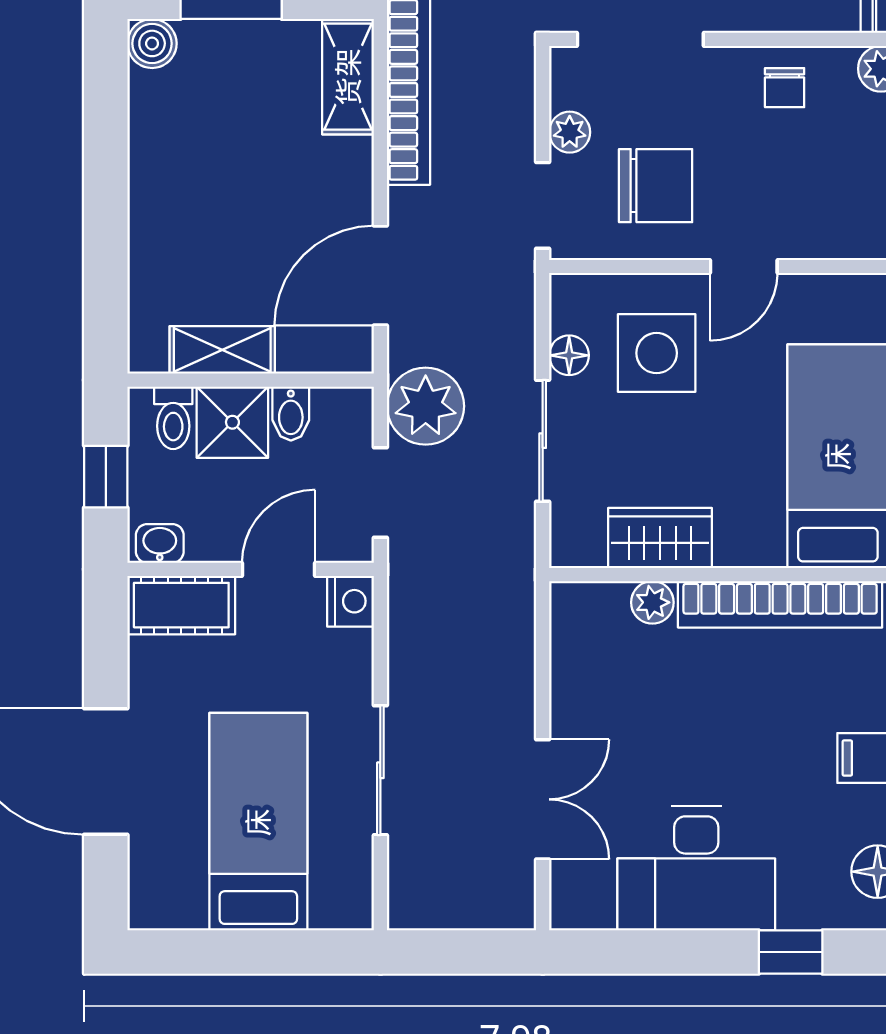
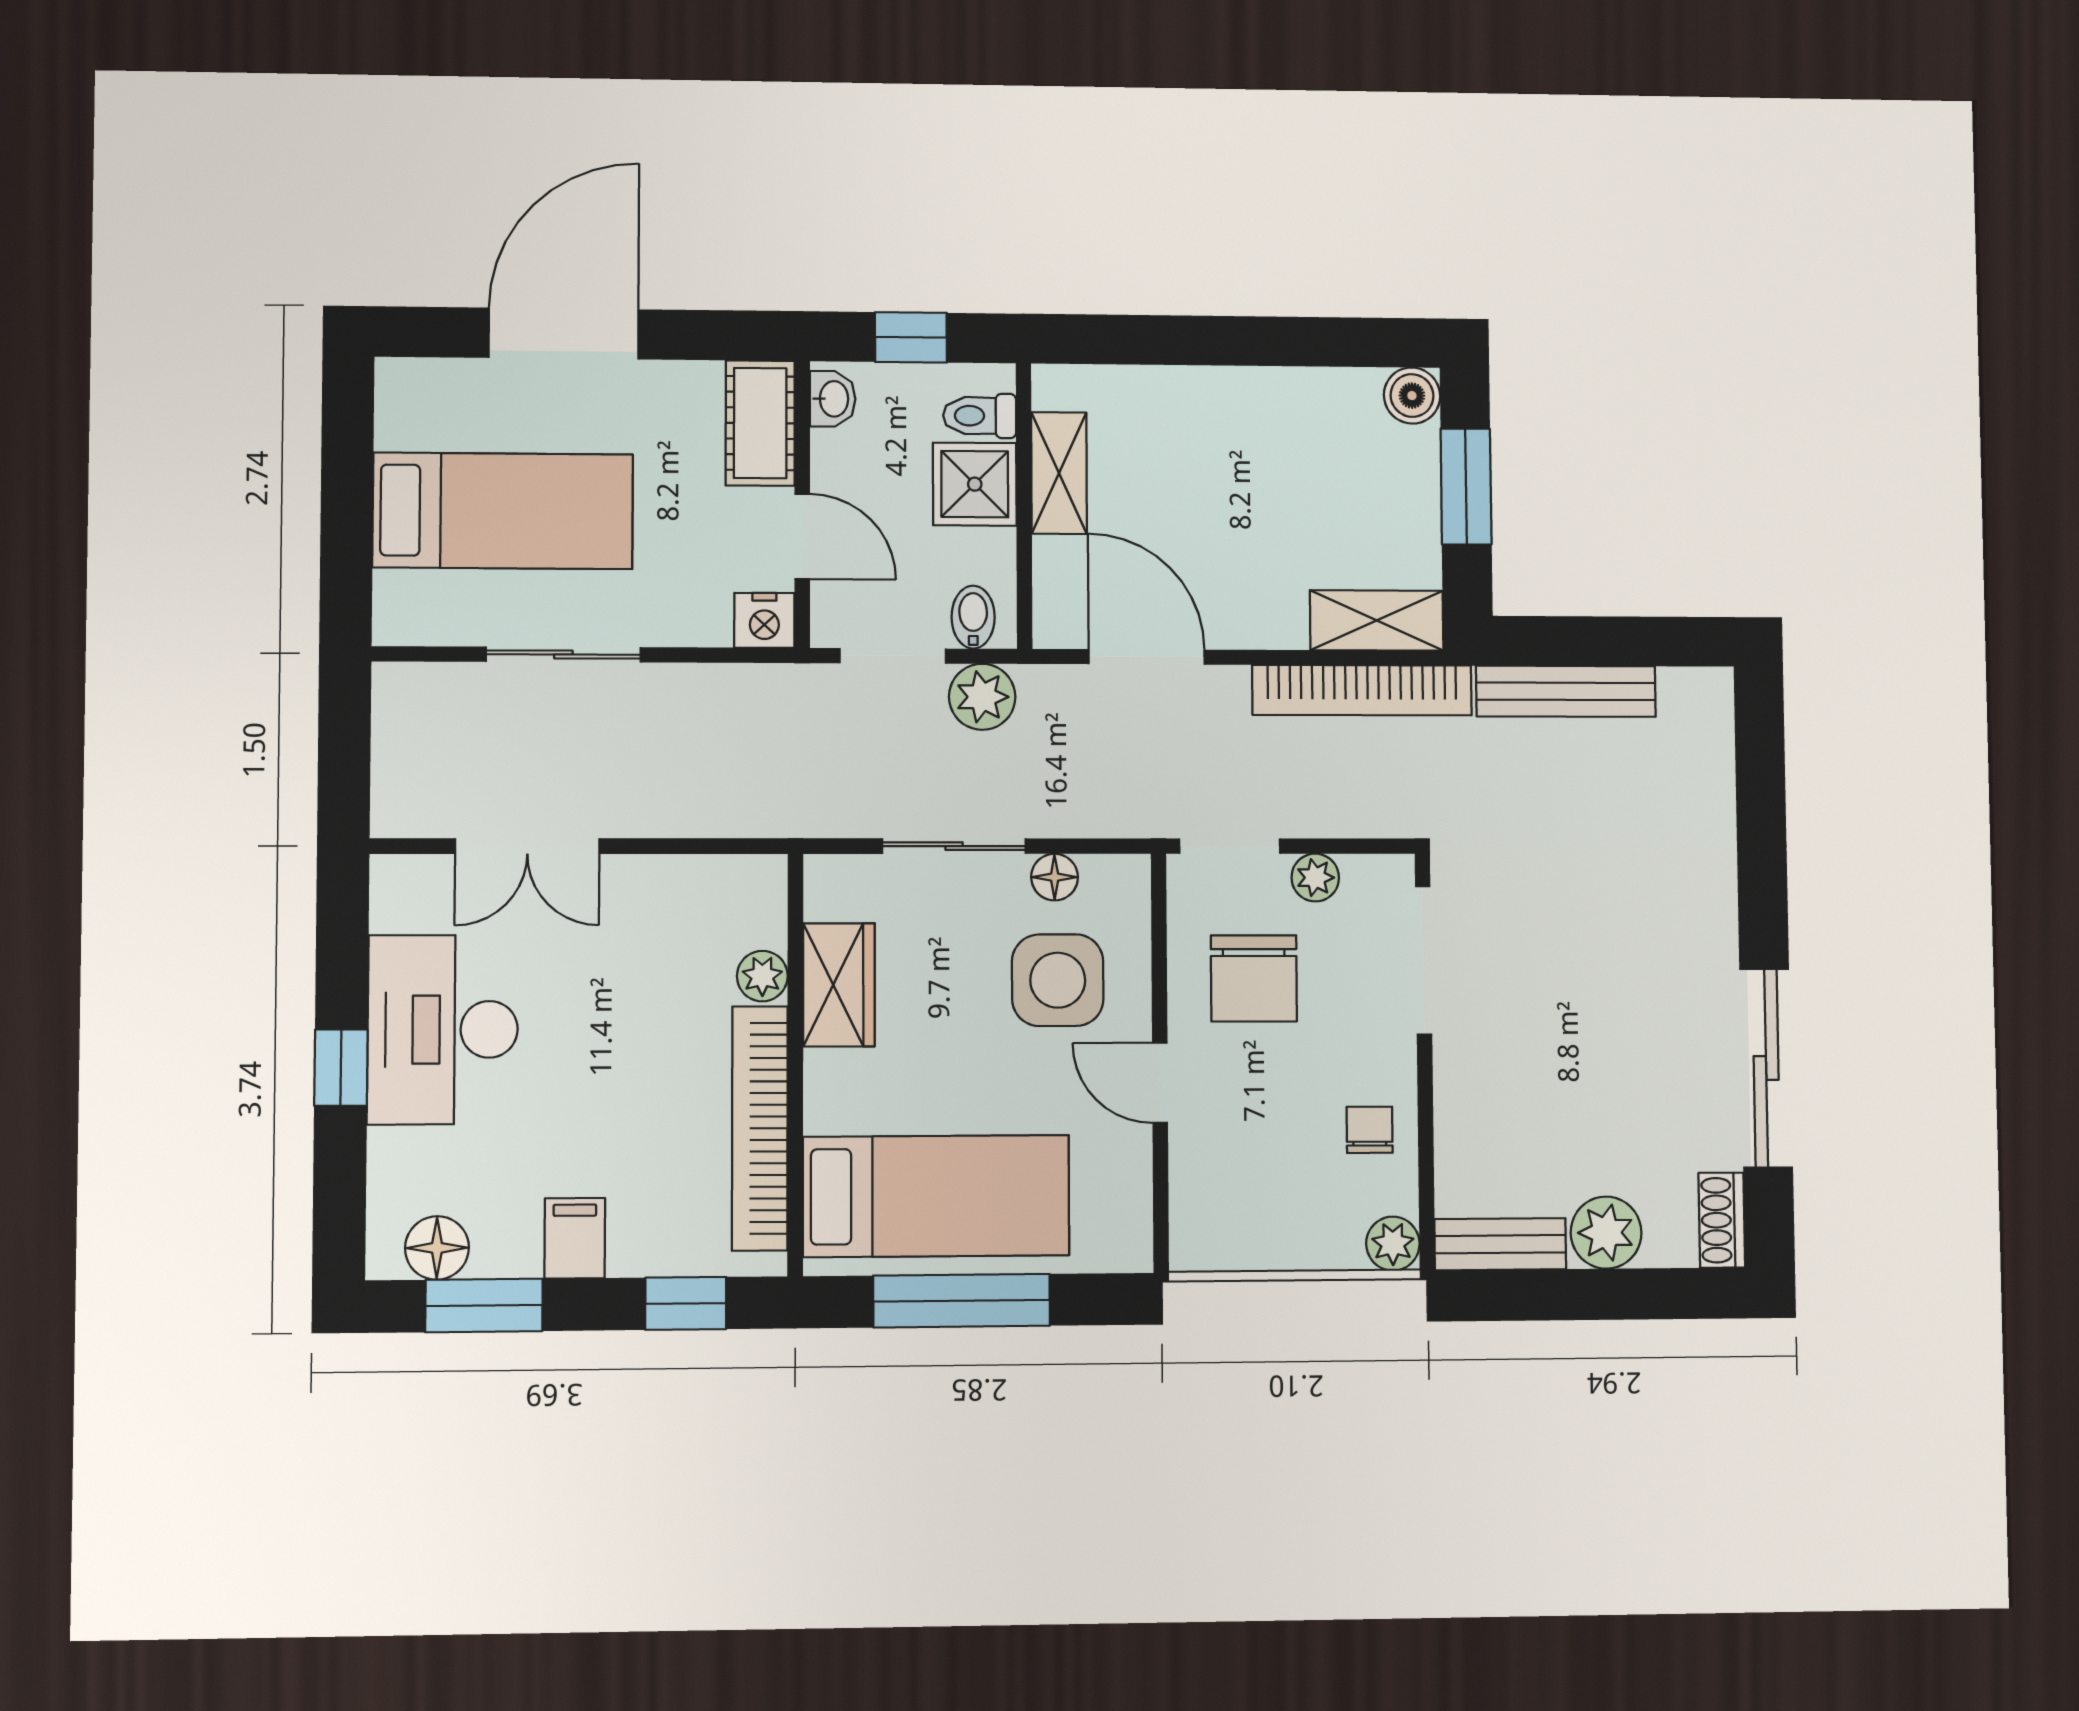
chair: (785, 88) -> (1370, 1130), turned 90
plant: (426, 406) -> (982, 697), width x0.73, depth x0.73
bidet: (291, 414) -> (973, 617), moved, turned 90
window: (791, 952) -> (341, 1068), moved

